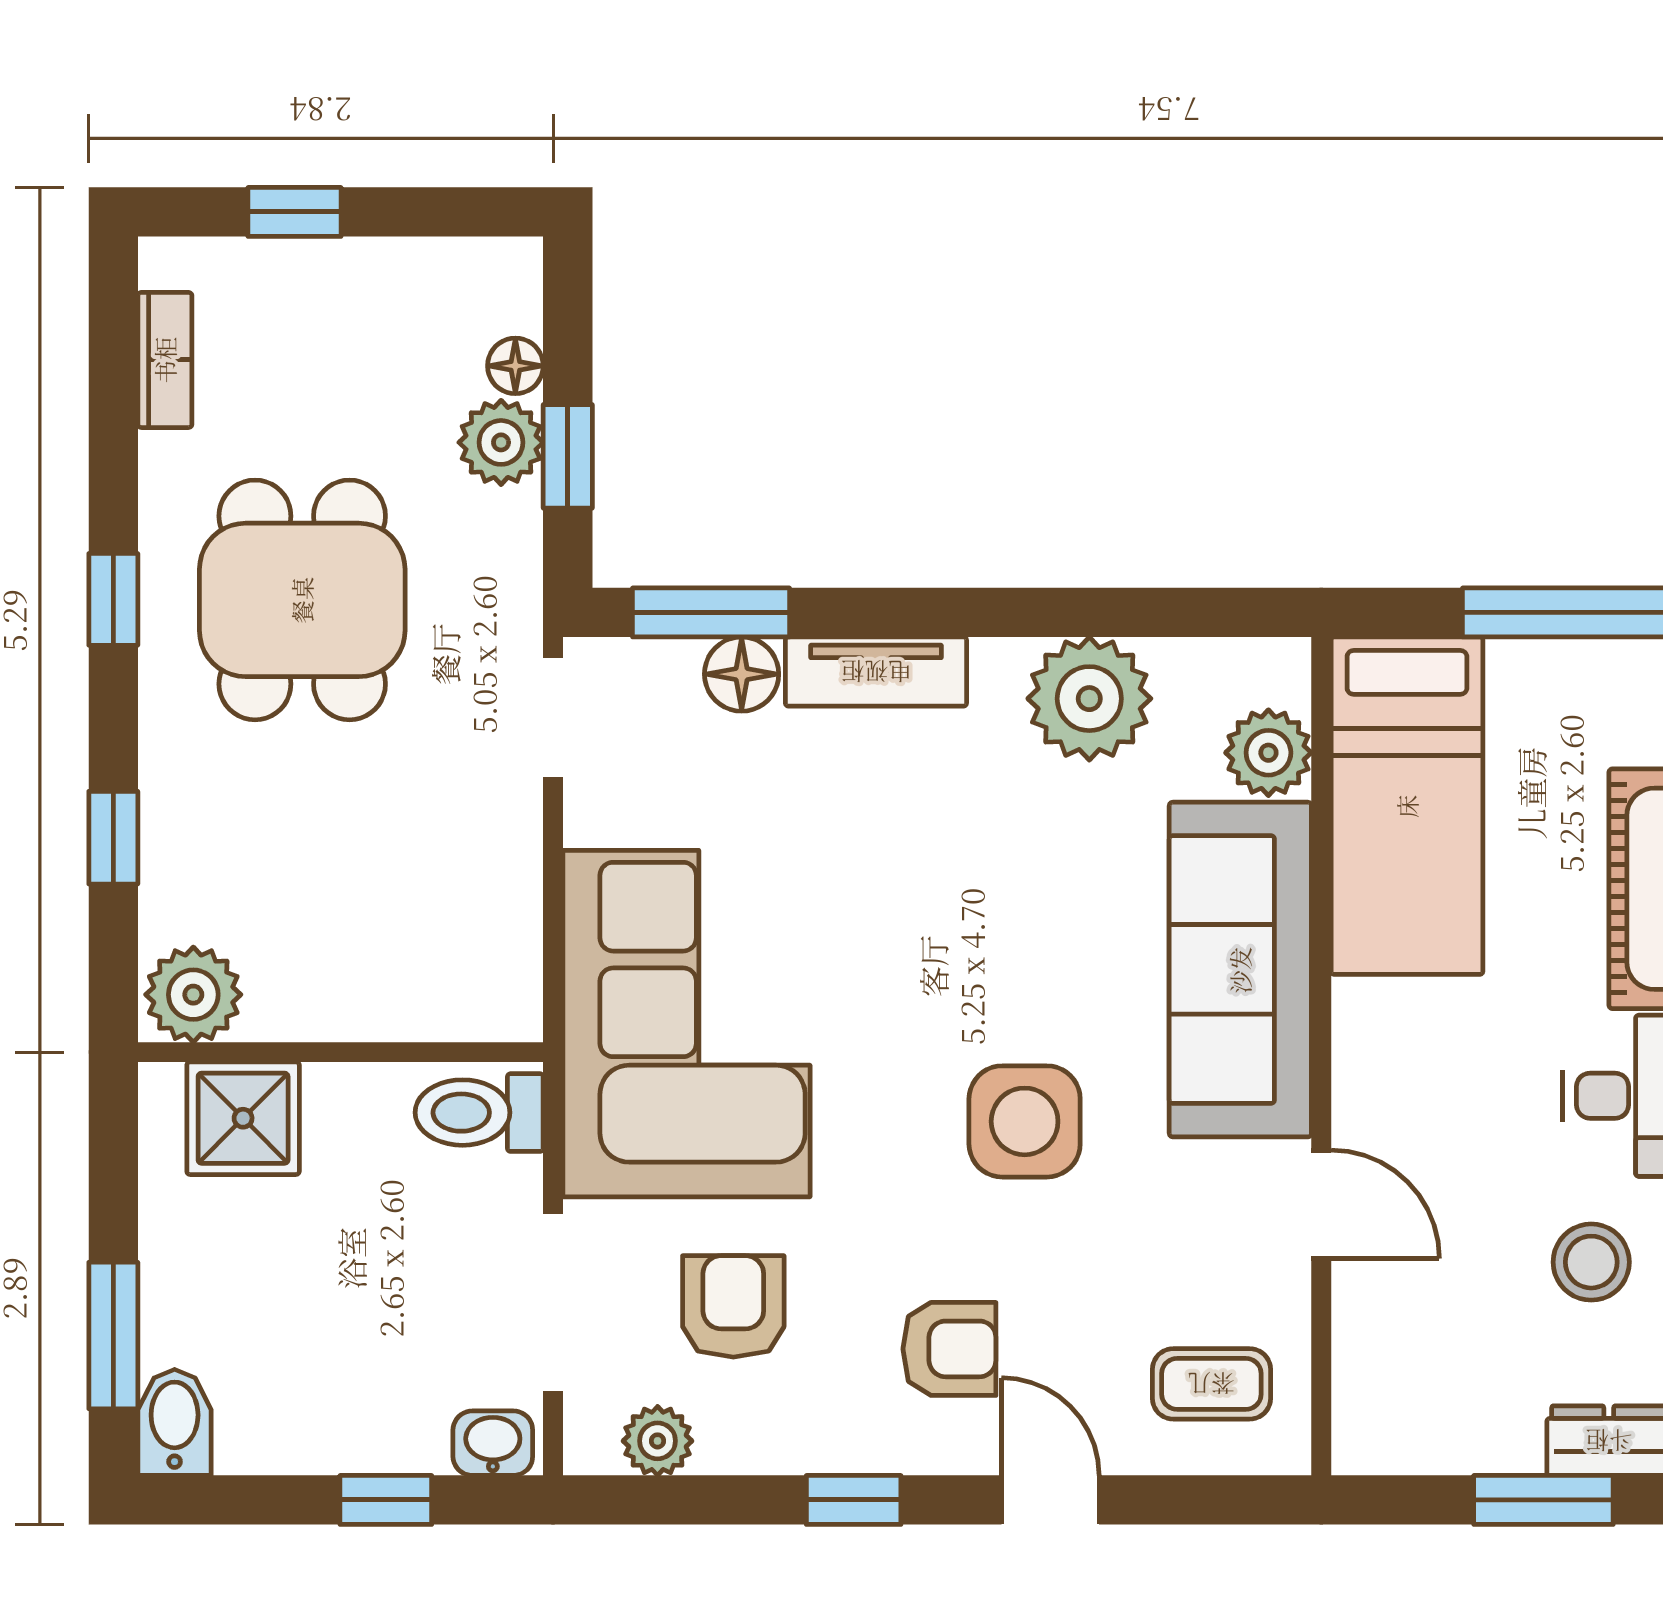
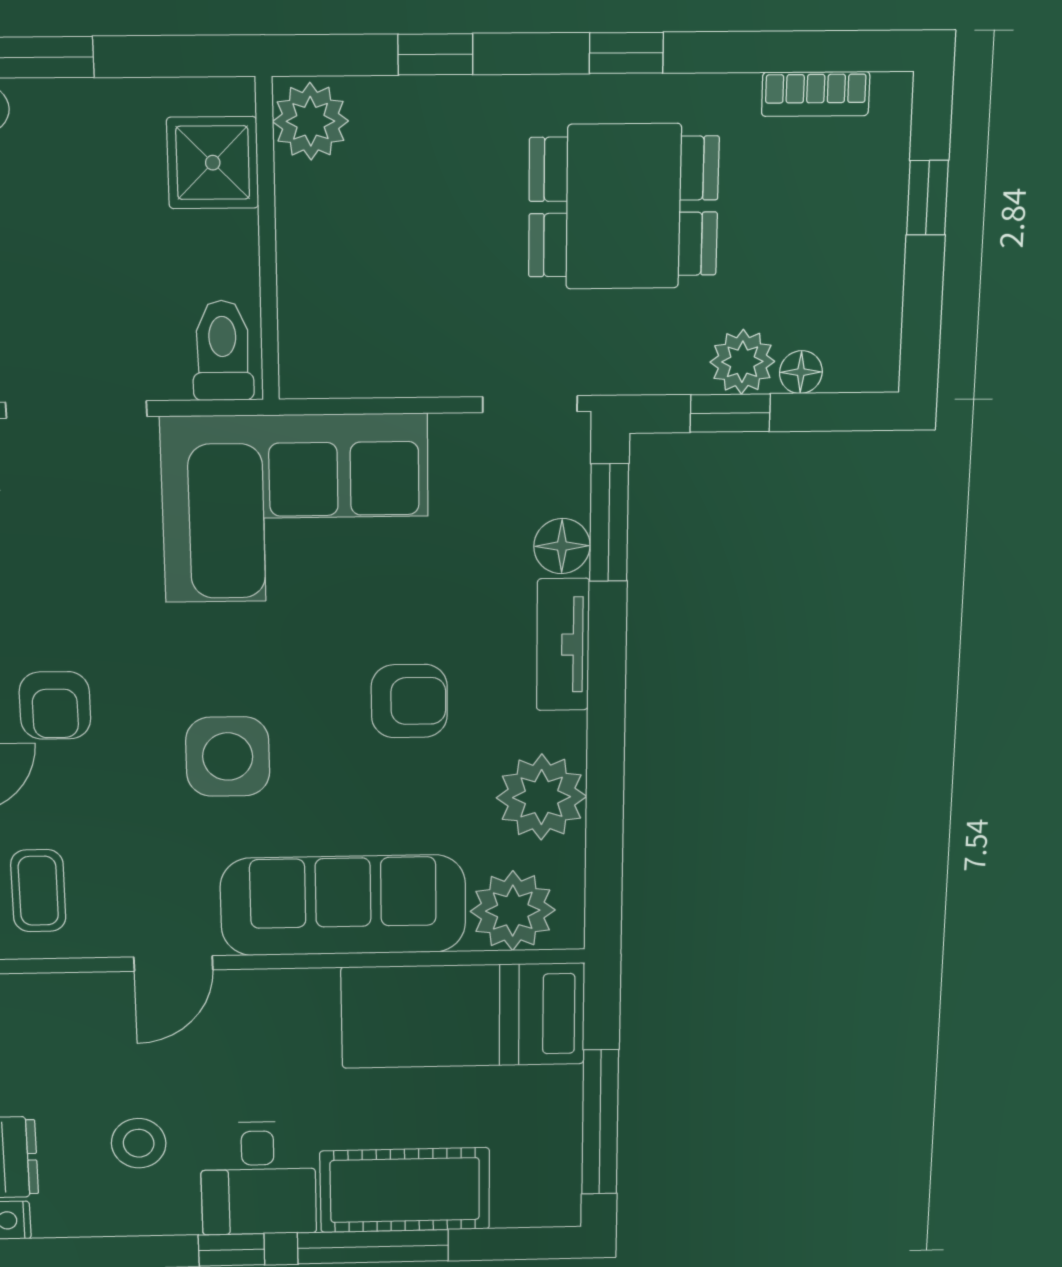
plant: (1268, 753) -> (513, 911), width x1.36, depth x1.36
armchair: (733, 1306) -> (409, 701), moved

